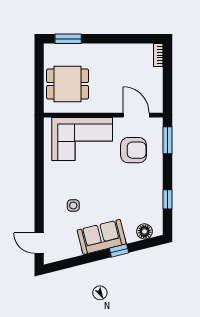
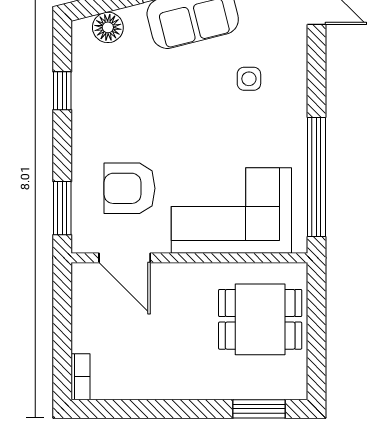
window: (39, 156) -> (316, 177), added

